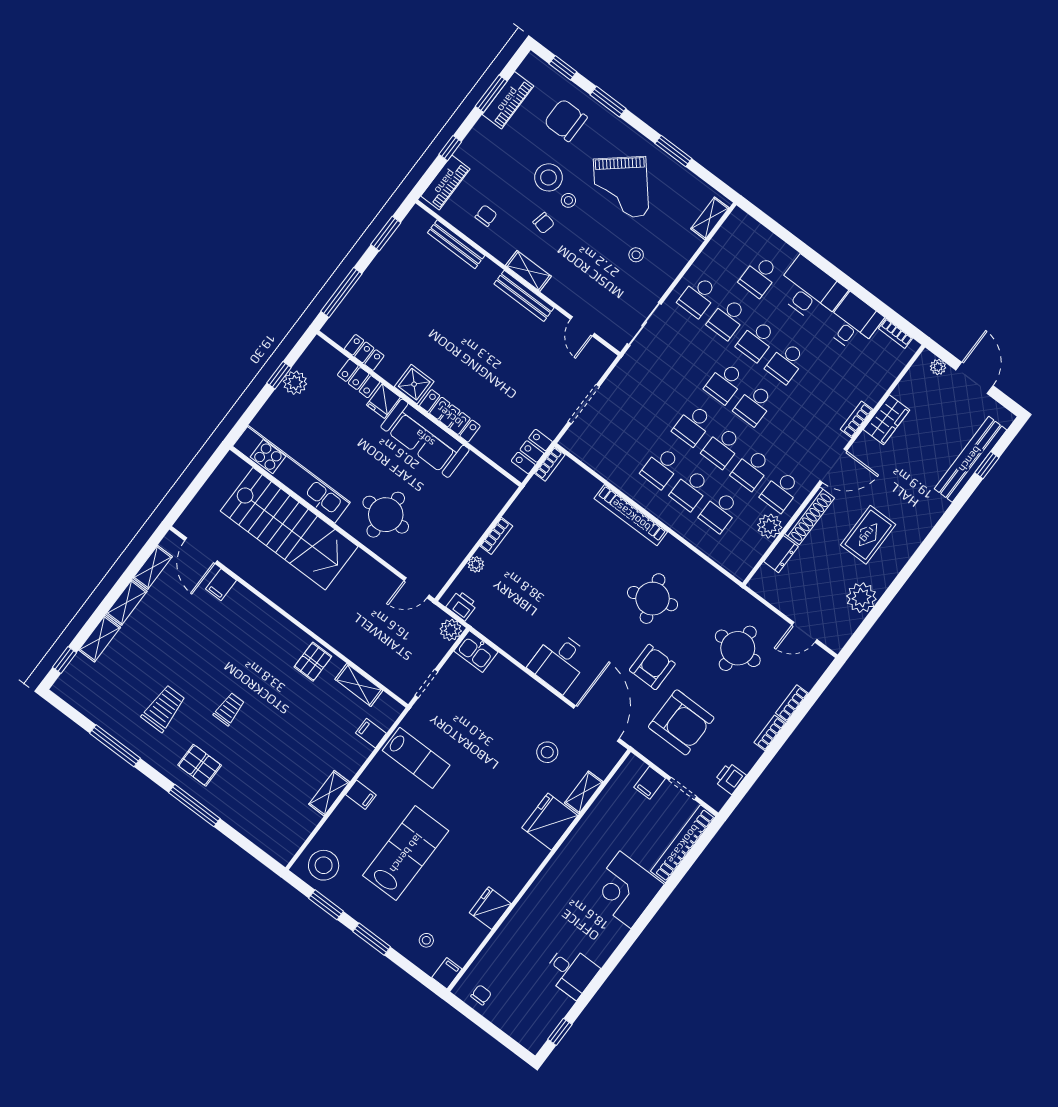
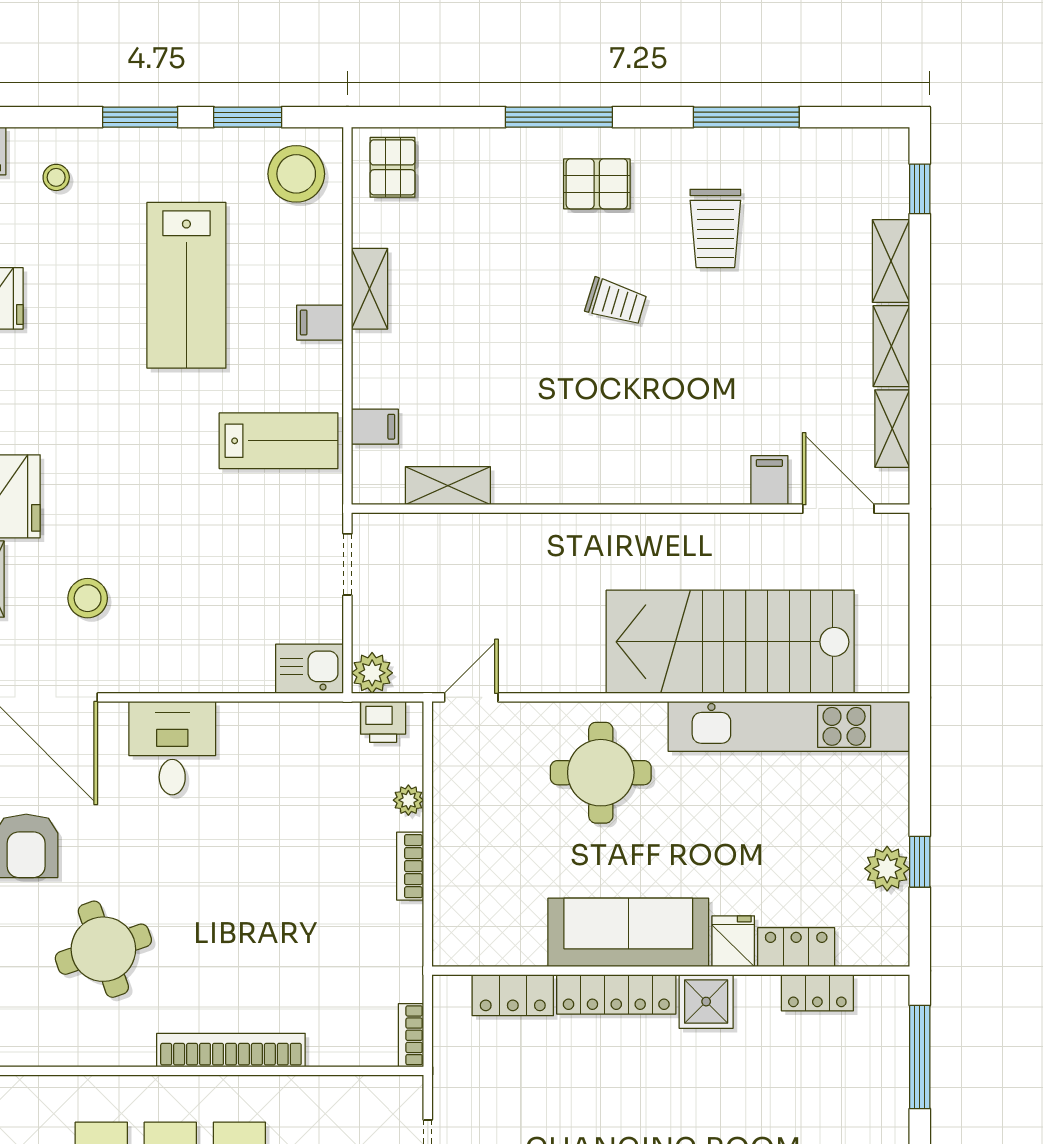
locker: (532, 451) -> (513, 995), moved, turned 90
pallet: (313, 662) -> (393, 167), moved
trolley: (229, 709) -> (616, 302), turned -73
lab bench: (416, 758) -> (279, 441), turned 180

